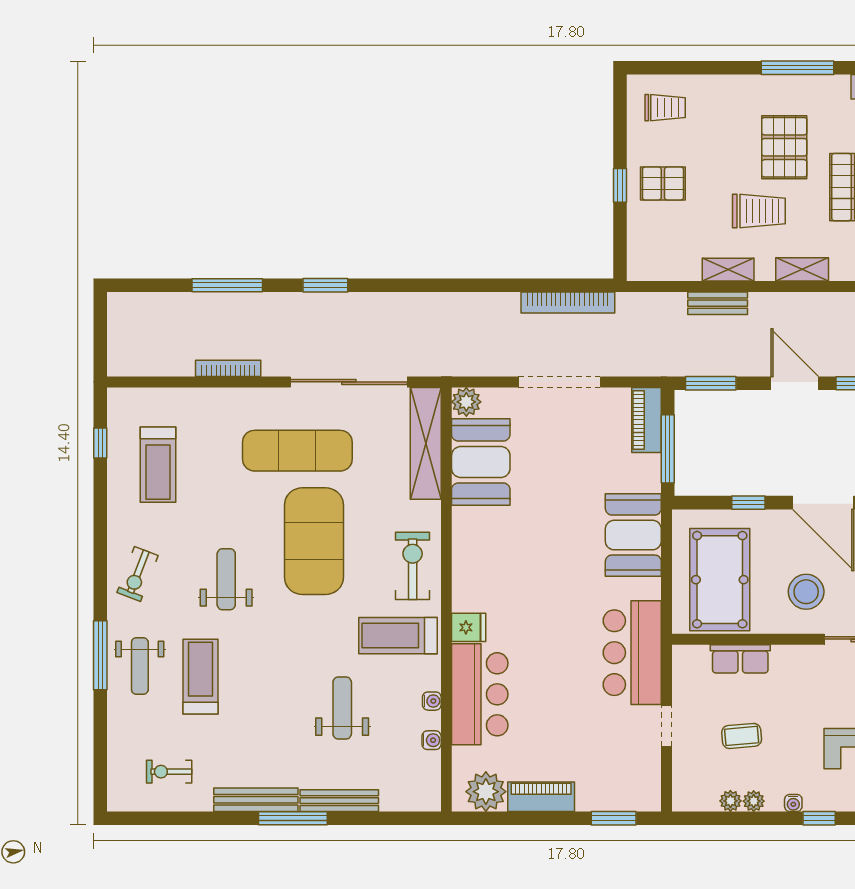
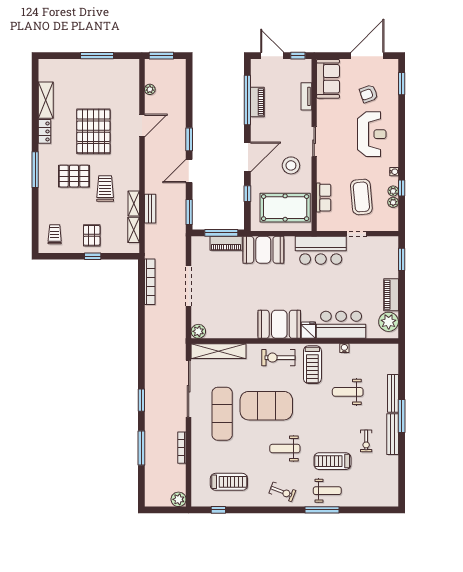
shelving: (802, 269) -> (134, 230), moved
plant: (122, 361) -> (179, 499), added
piano: (647, 420) -> (226, 243), moved
booth: (481, 462) -> (279, 324), moved
coffee table: (742, 736) -> (361, 197), width x1.86, depth x1.72
water cooler: (432, 740) -> (363, 348), removed
exercise bike: (169, 772) -> (366, 441), moved
window: (819, 818) -> (402, 188), moved

